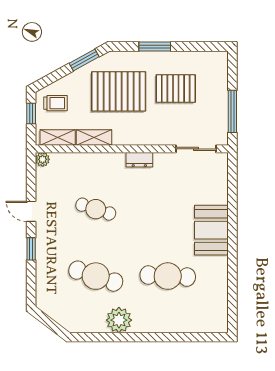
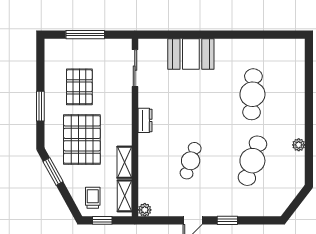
window: (232, 111) -> (85, 35), moved
booth: (211, 230) -> (191, 54), moved
plant: (119, 320) -> (299, 145), width x0.53, depth x0.53

